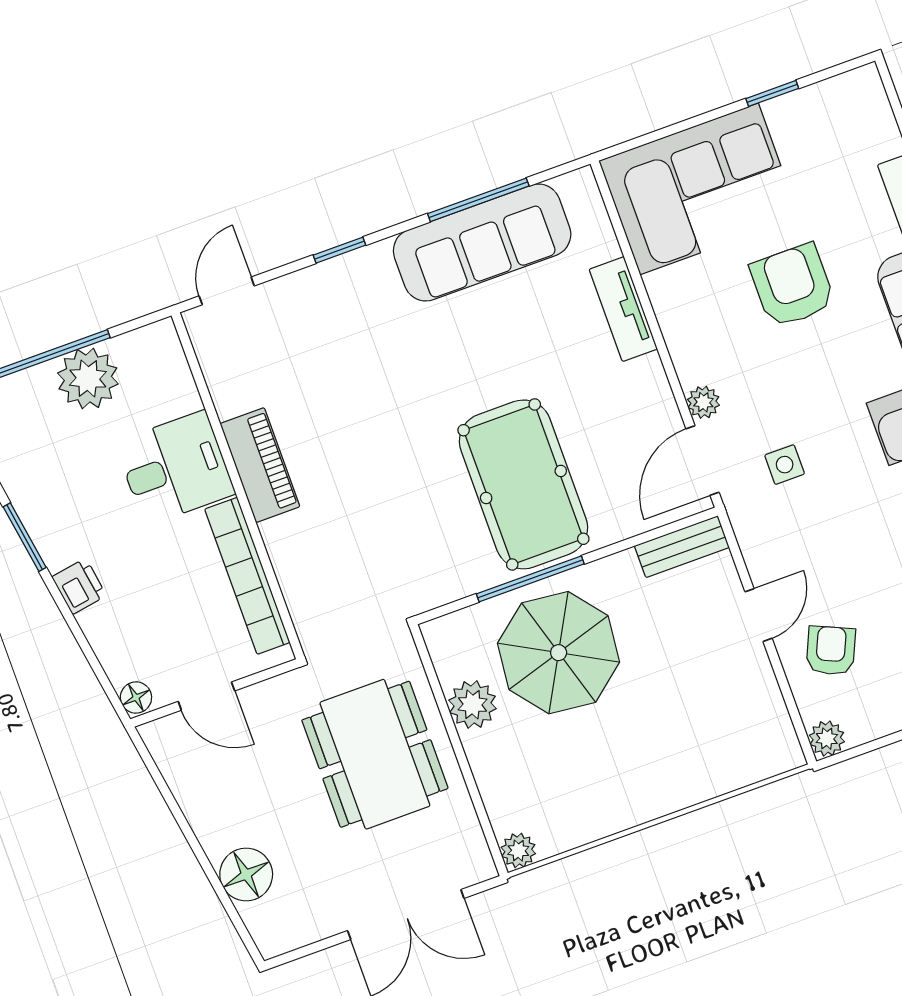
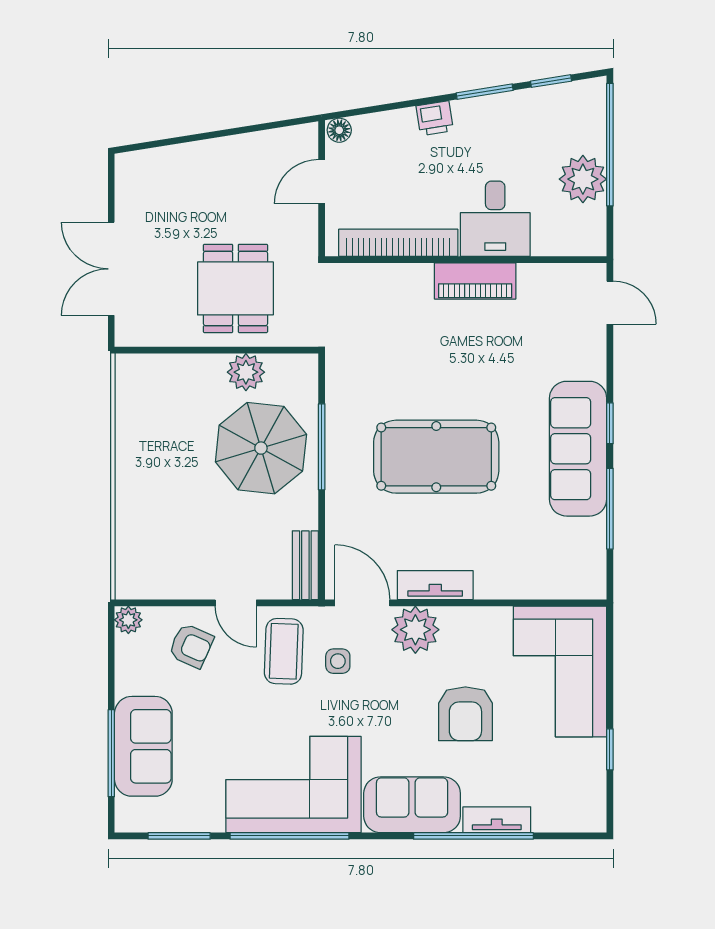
sofa: (482, 242) -> (578, 449), moved
window: (339, 250) -> (610, 423), moved
armchair: (792, 286) -> (465, 714), turned 90
tv unit: (623, 309) -> (435, 585), moved
plant: (703, 402) -> (415, 630), width x1.88, depth x1.88
pool table: (523, 484) -> (436, 457), moved
coffee table: (797, 535) -> (284, 651), added
dining table: (375, 754) -> (235, 288), width x0.73
plant: (518, 851) -> (128, 367), removed
floor lamp: (246, 874) -> (182, 164), removed

